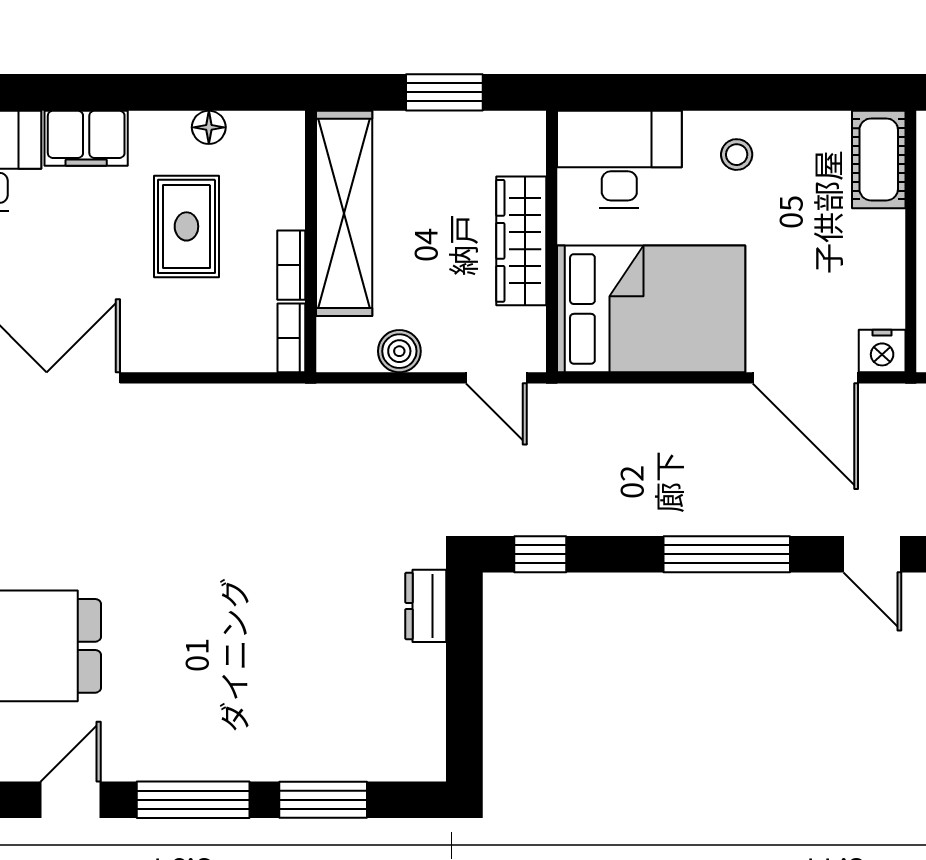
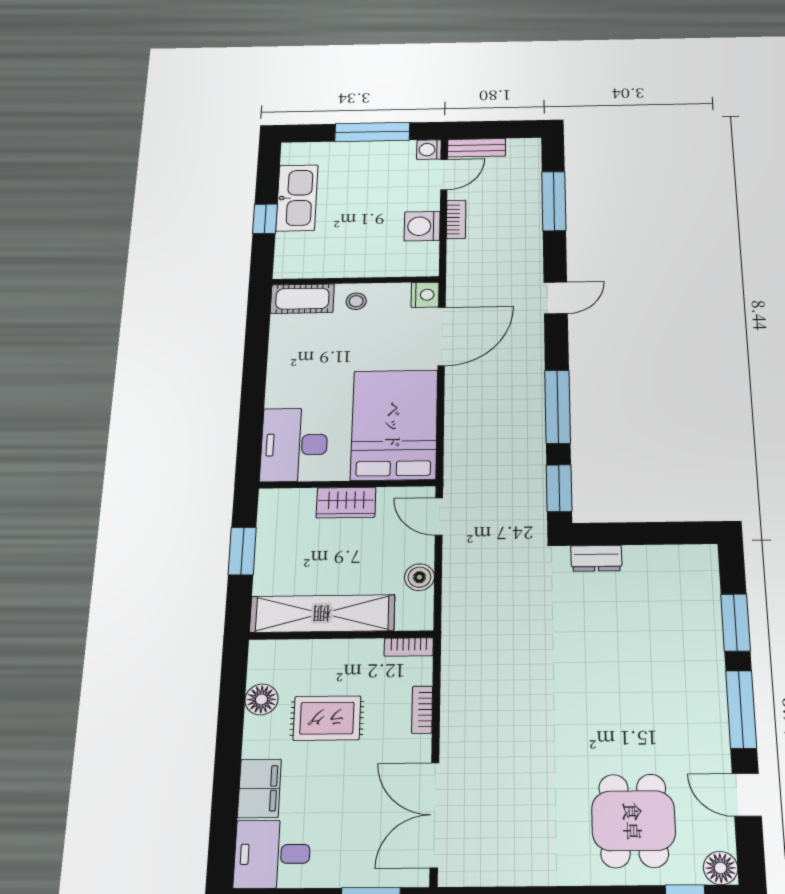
floor lamp: (209, 127) -> (261, 699), width x1.37, depth x1.37
stool: (737, 155) -> (356, 301), moved
wardrobe: (521, 241) -> (346, 503), width x0.67
bookcase: (291, 265) -> (422, 710), moved, turned 90
door: (496, 378) -> (439, 516), swing flipped
window: (540, 554) -> (559, 488), width x1.50
window: (727, 554) -> (558, 407), moved

